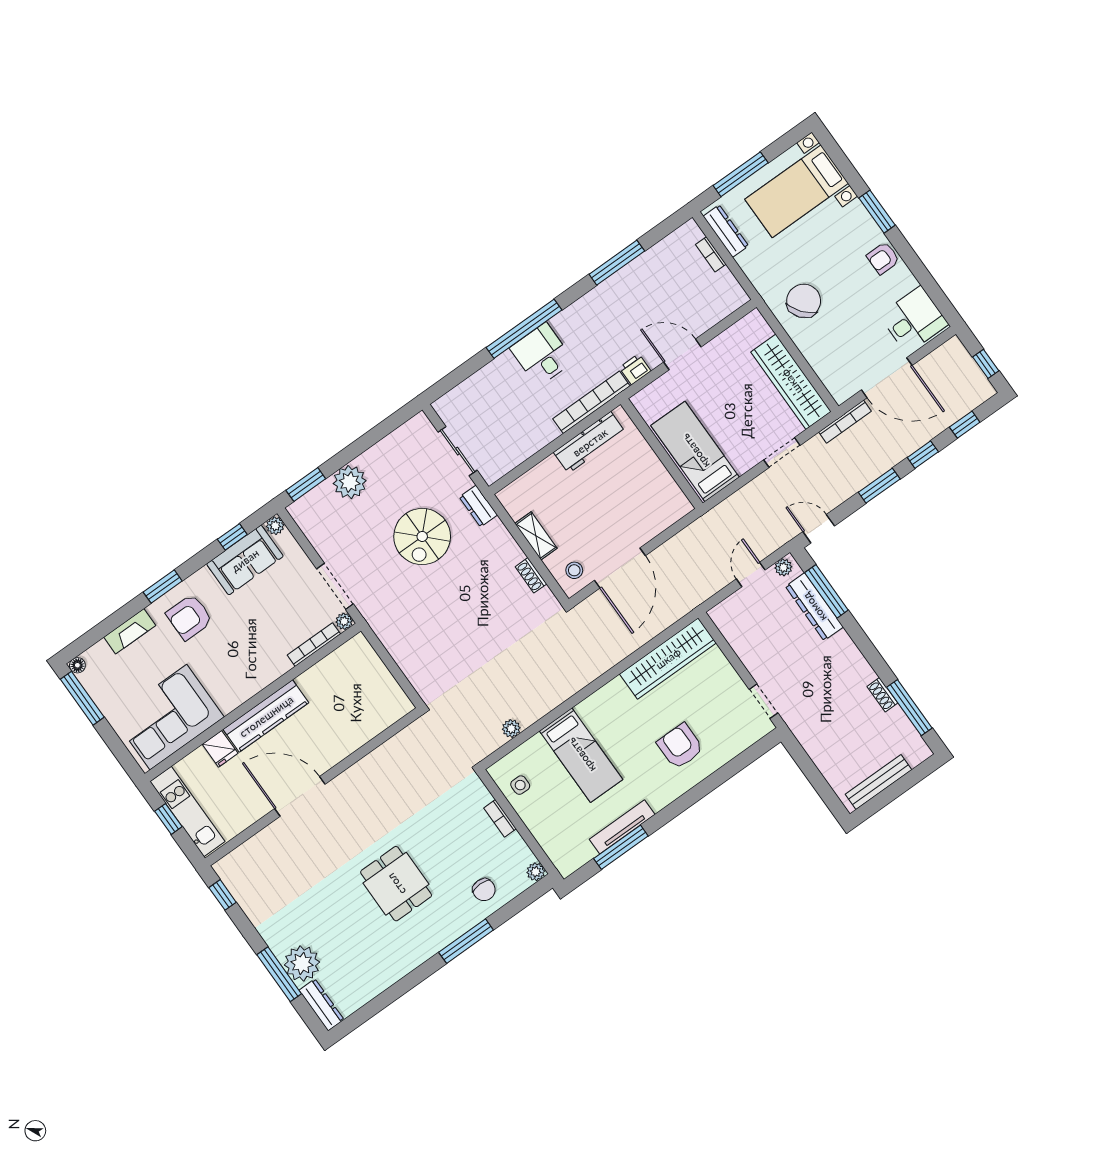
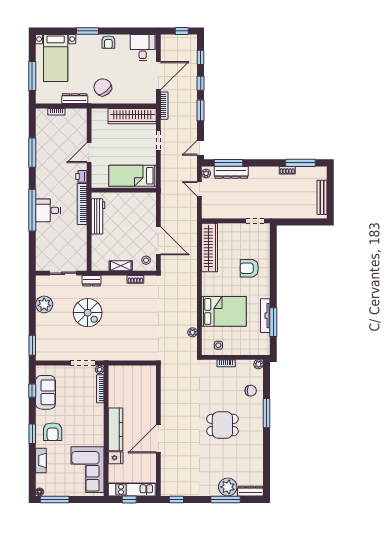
dresser: (726, 231) -> (75, 99), moved
plant: (350, 482) -> (44, 304), moved
plant: (275, 526) -> (40, 370), removed
bed: (581, 755) -> (224, 311), width x1.50

